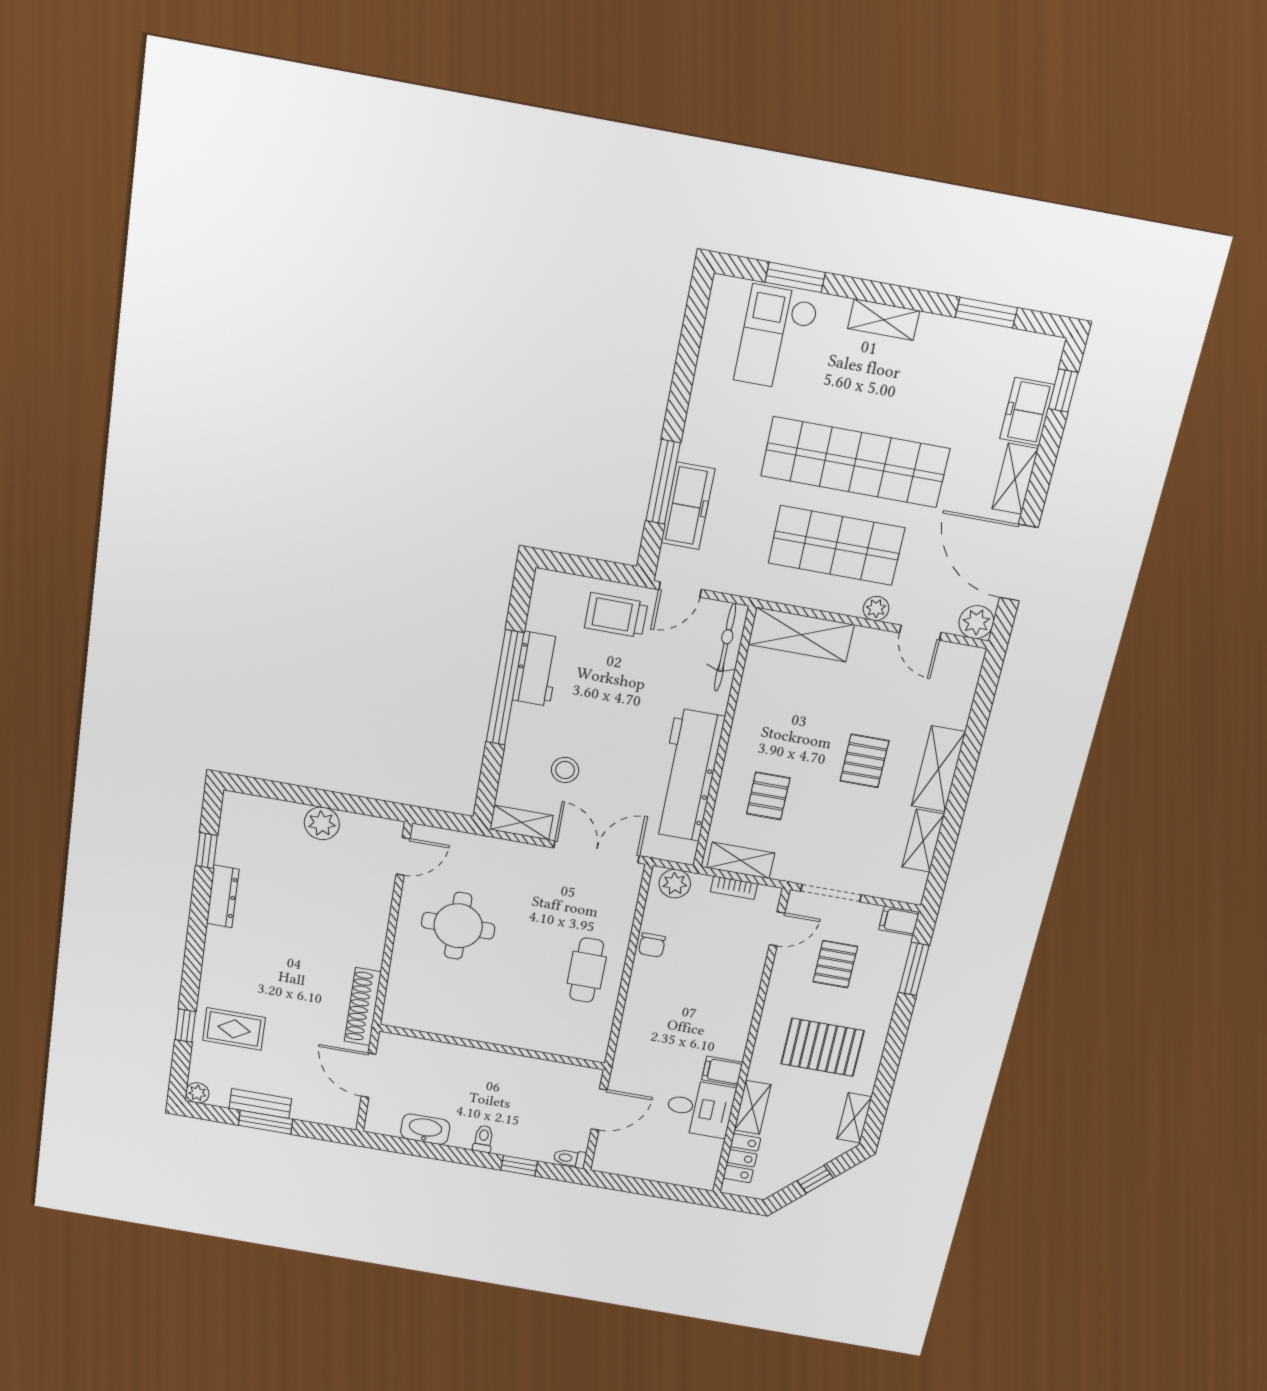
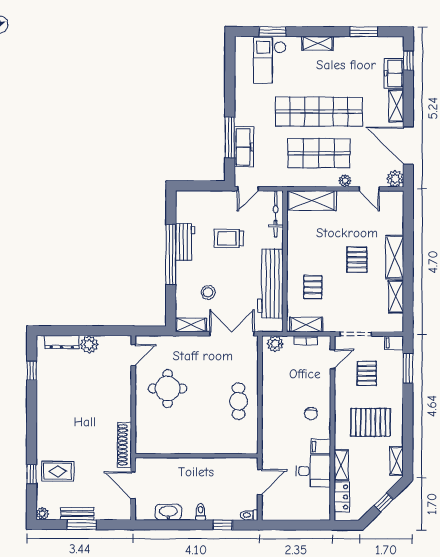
trolley: (616, 615) -> (229, 238), moved
dresser: (223, 896) -> (62, 342), moved, turned 90
chair: (652, 945) -> (311, 414), moved

